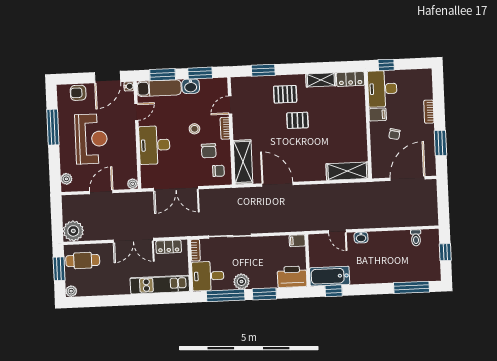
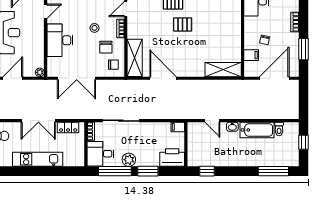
filing cabinet: (378, 115) -> (251, 55), moved
bathtub: (330, 276) -> (257, 130), moved, turned 180
kitchen unit: (160, 285) -> (38, 159), moved

